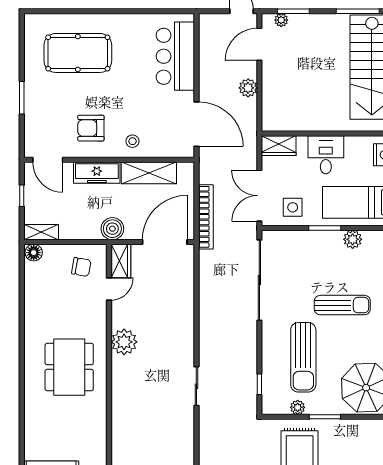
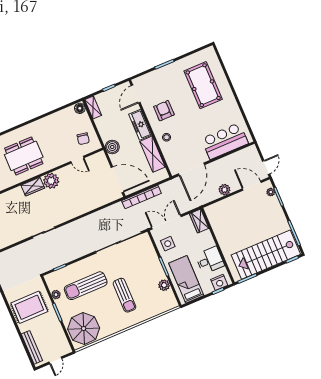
desk: (326, 155) -> (210, 260), moved
wardrobe: (121, 261) -> (33, 187), moved

